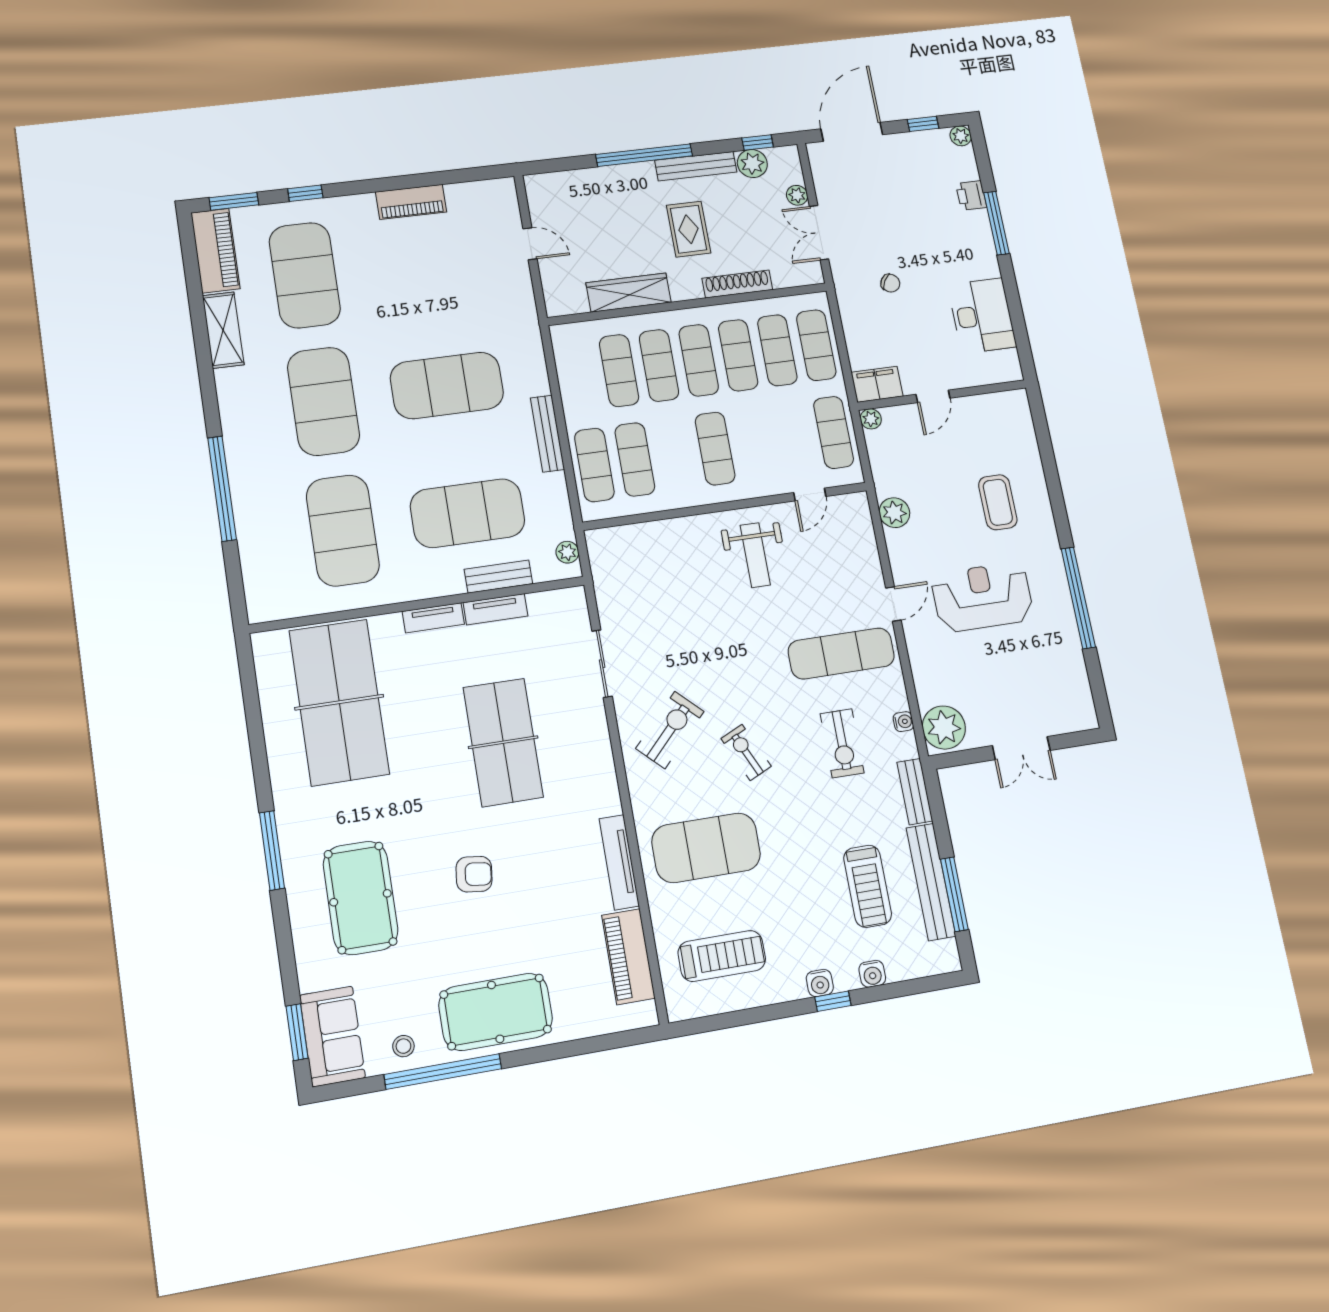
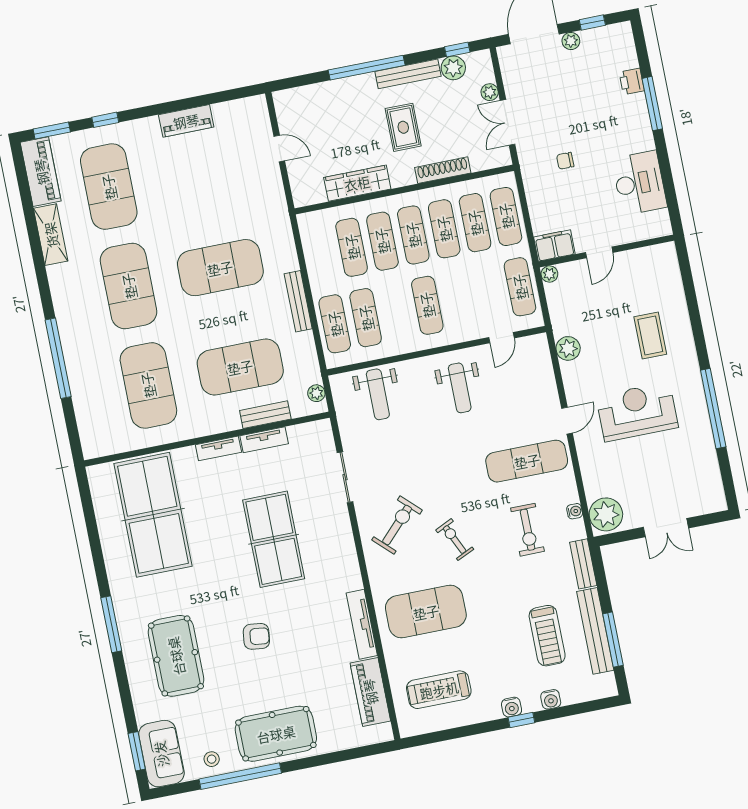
plant: (961, 136) -> (571, 41), moved
chair: (890, 283) -> (565, 161), turned 150
weight bench: (648, 558) -> (378, 394), added
treadmill: (722, 956) -> (439, 690), turned 180

